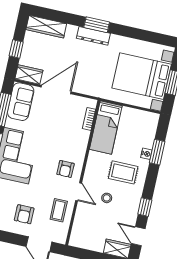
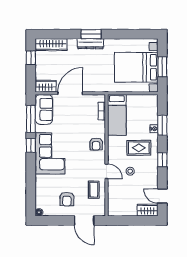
window: (16, 49) -> (31, 58), moved
armchair: (65, 169) -> (96, 144), moved
window: (145, 207) -> (162, 160), moved

